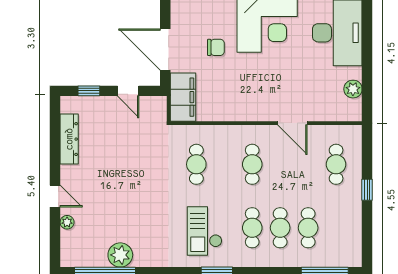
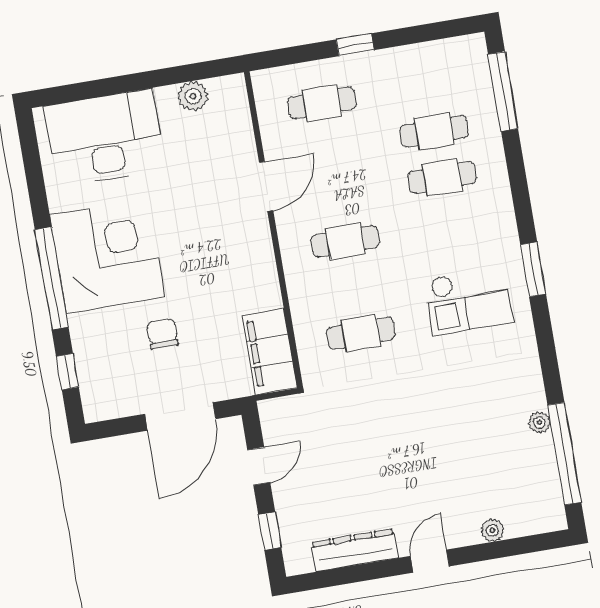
filing cabinet: (183, 97) -> (270, 351), moved, turned -90
door: (55, 196) -> (430, 561), moved
cafe table: (252, 228) -> (450, 223), removed
plant: (120, 255) -> (539, 422), width x0.53, depth x0.53

